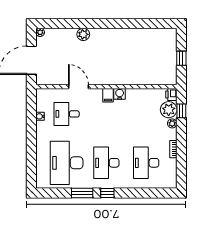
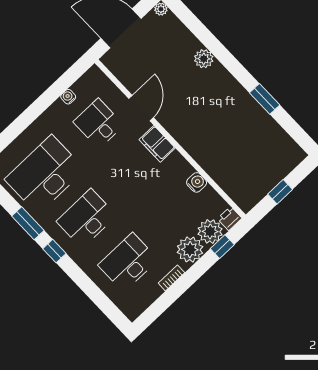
window: (130, 24) -> (265, 99), added
water cooler: (120, 94) -> (197, 182), moved
filing cabinet: (108, 95) -> (157, 144), width x2.00
plant: (172, 123) -> (190, 250), width x1.88, depth x1.88

